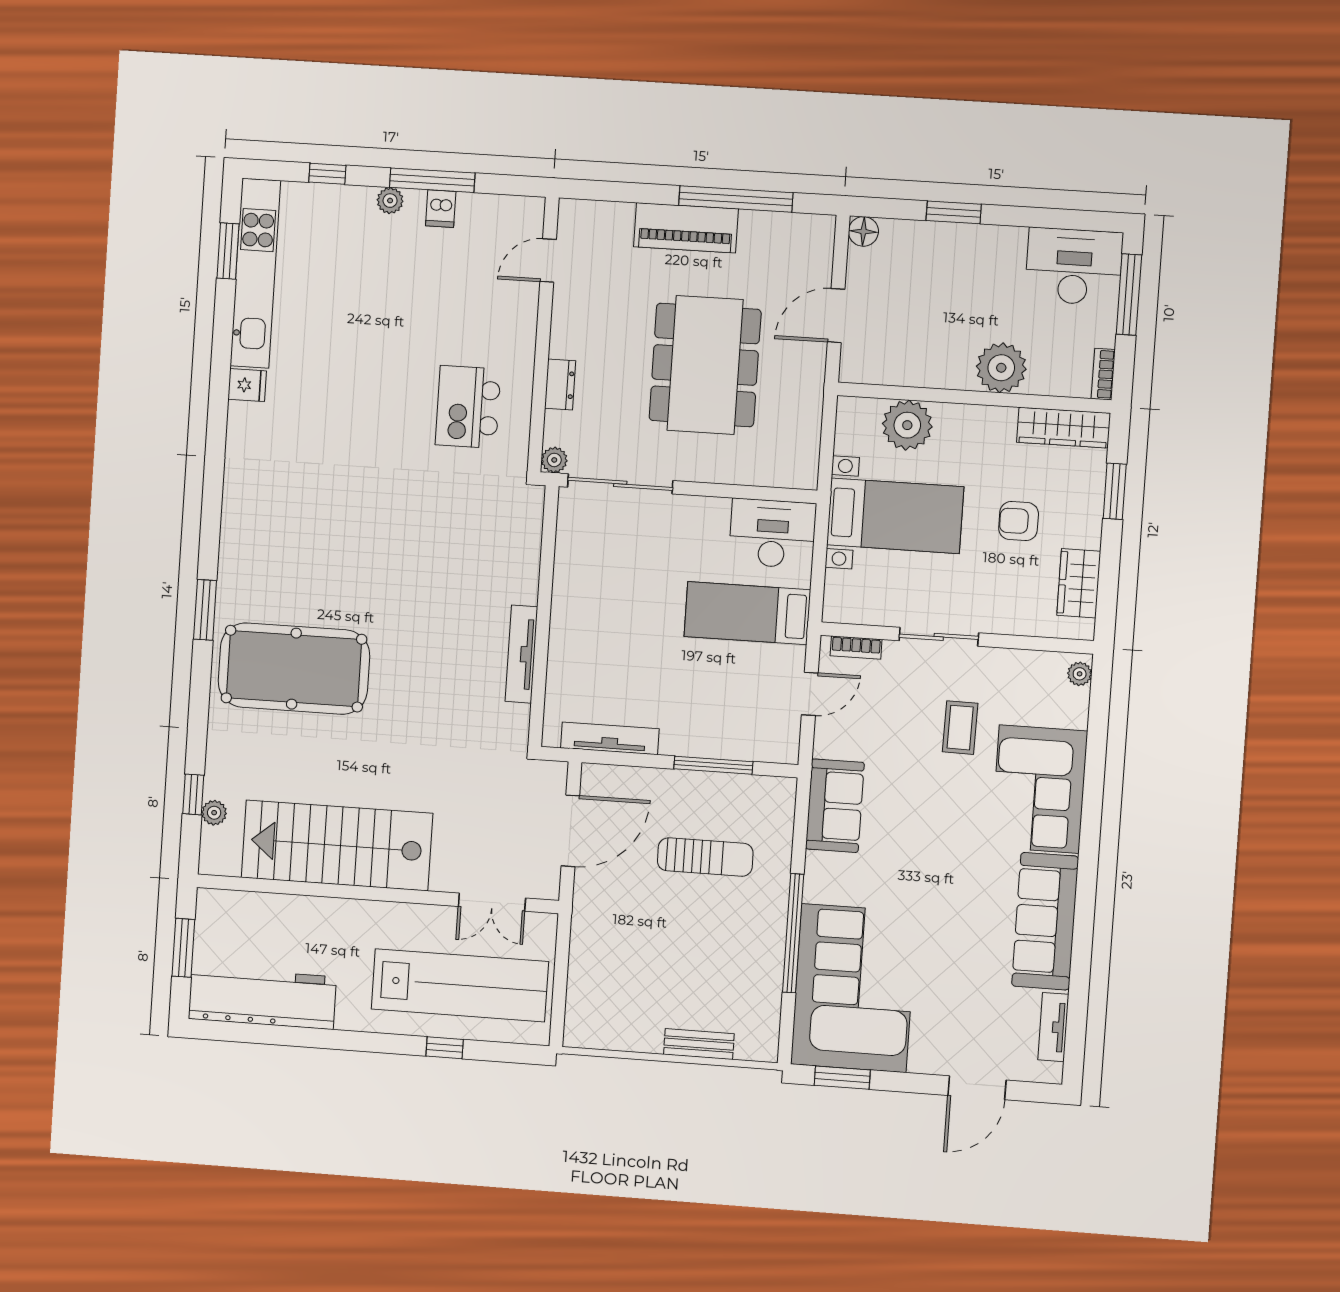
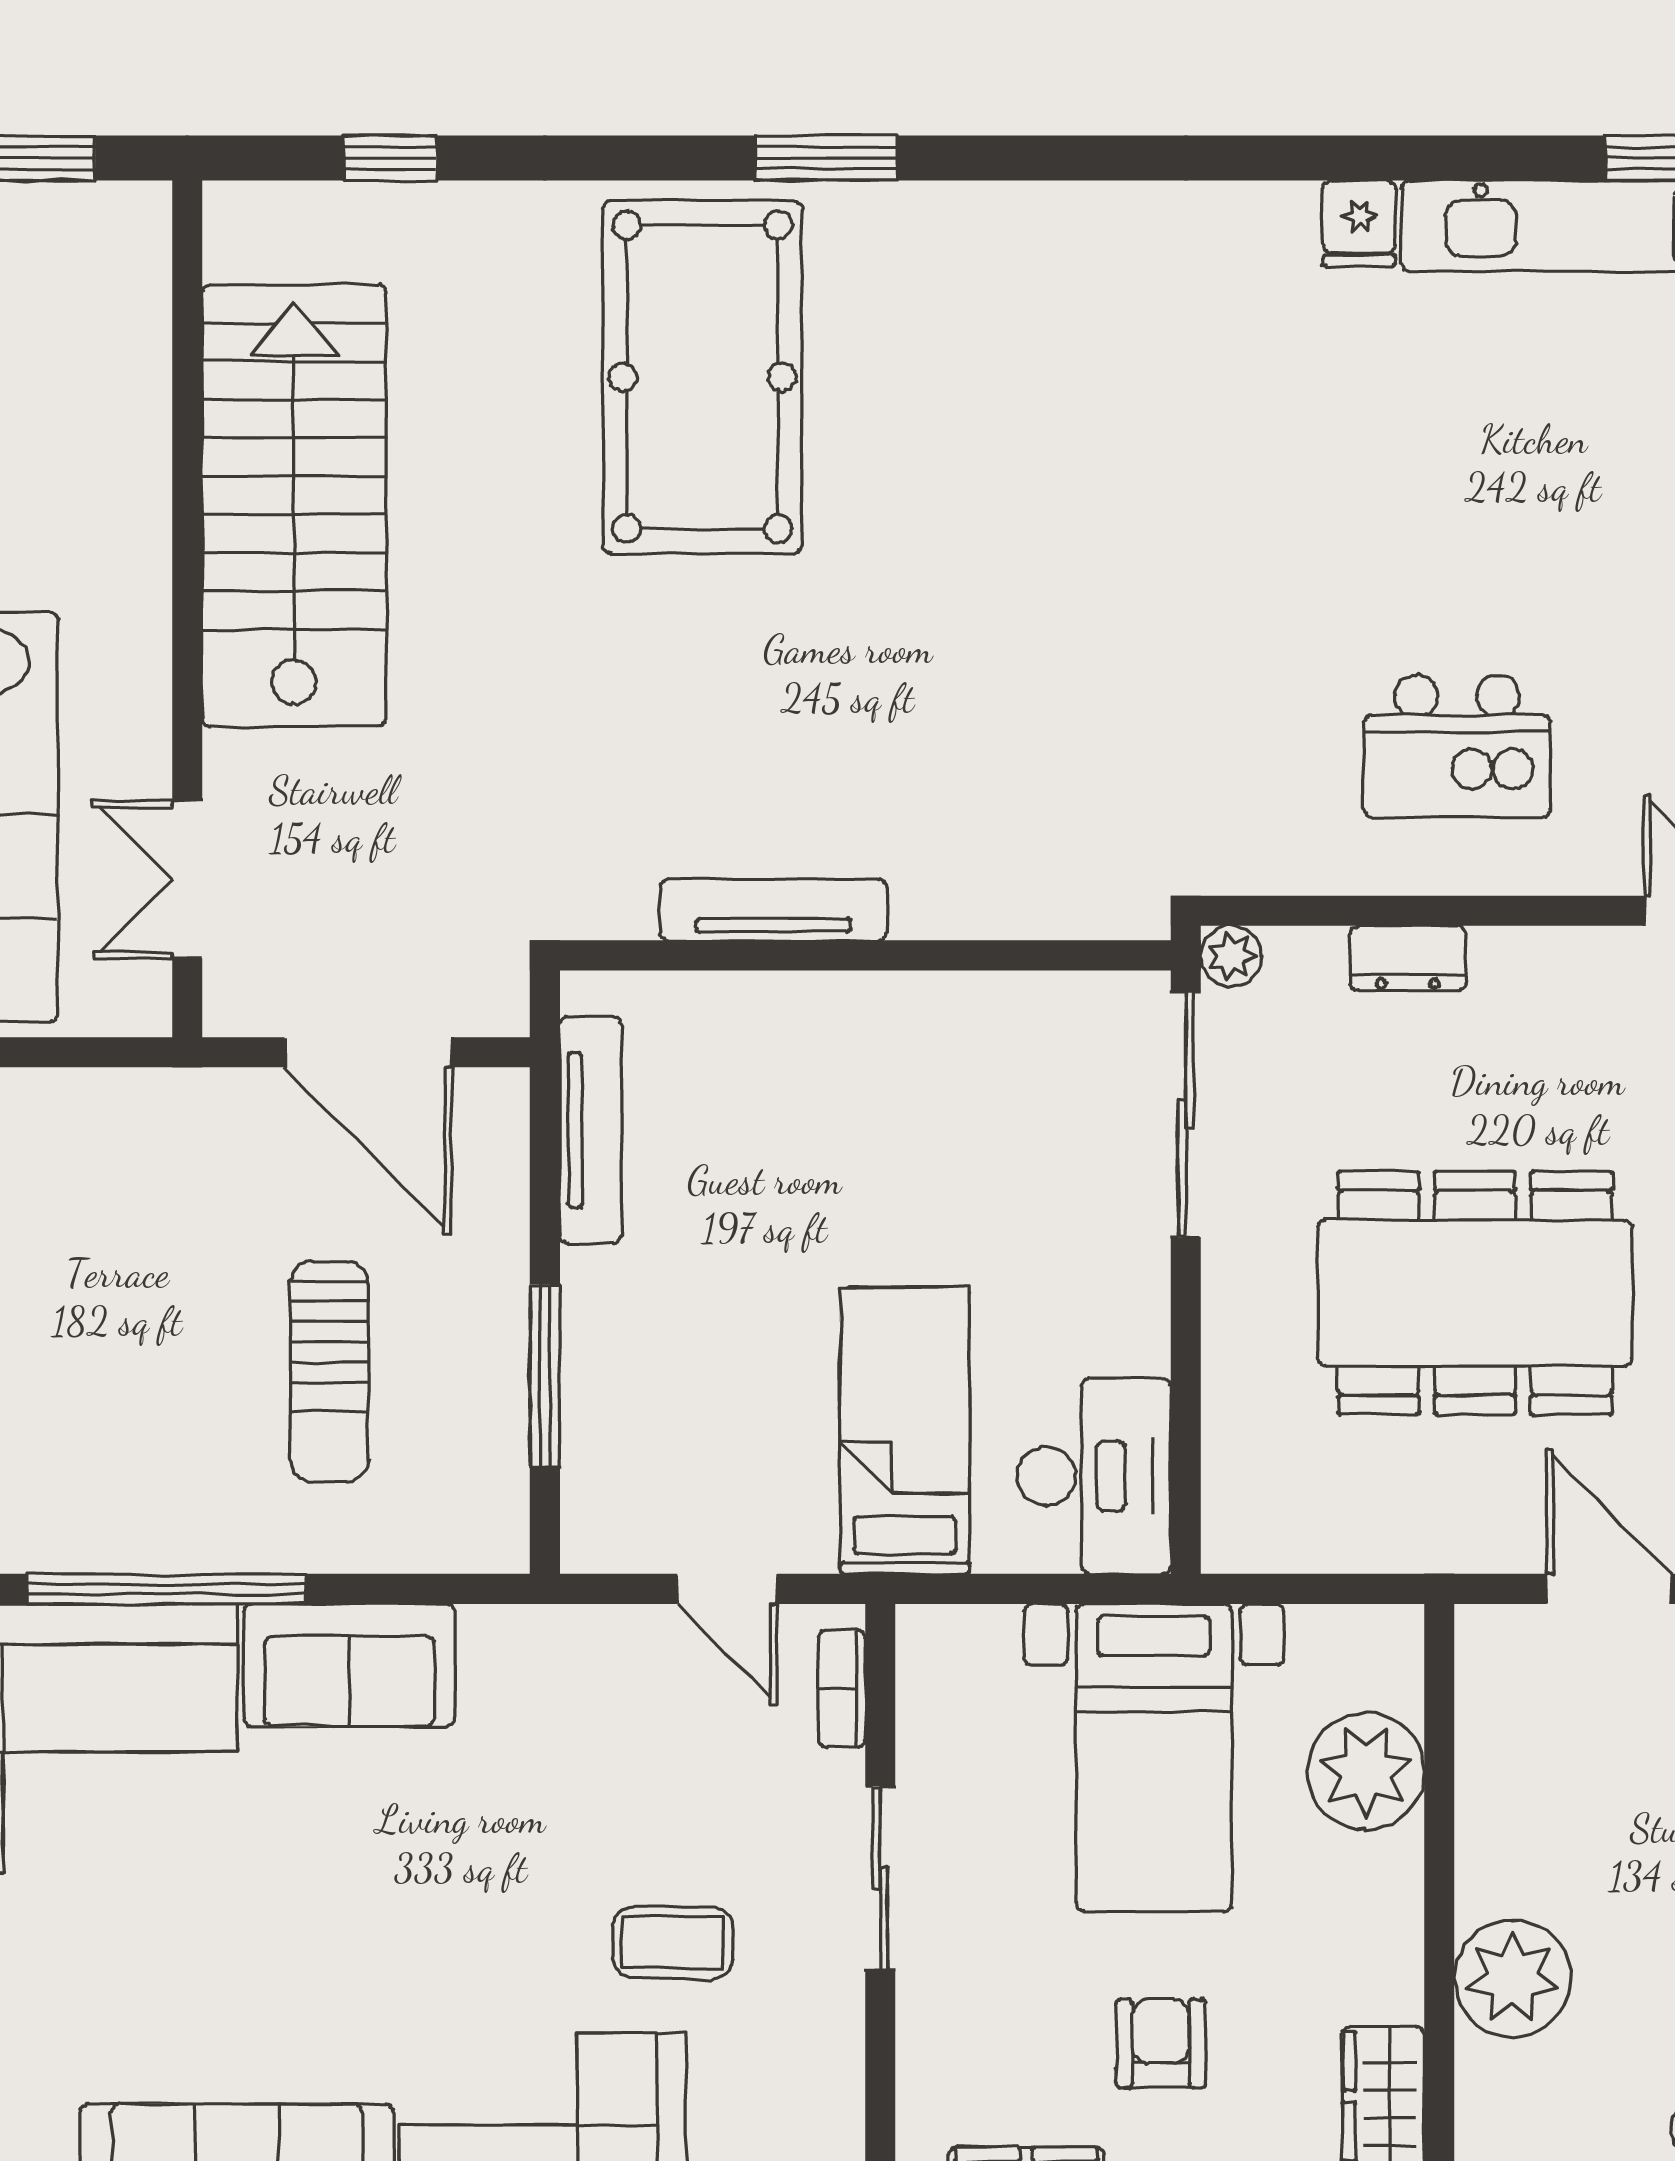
kitchen island: (468, 407) -> (1457, 746), moved, turned 180
sofa: (835, 806) -> (349, 1665), moved
plant: (214, 813) -> (350, 210), removed

